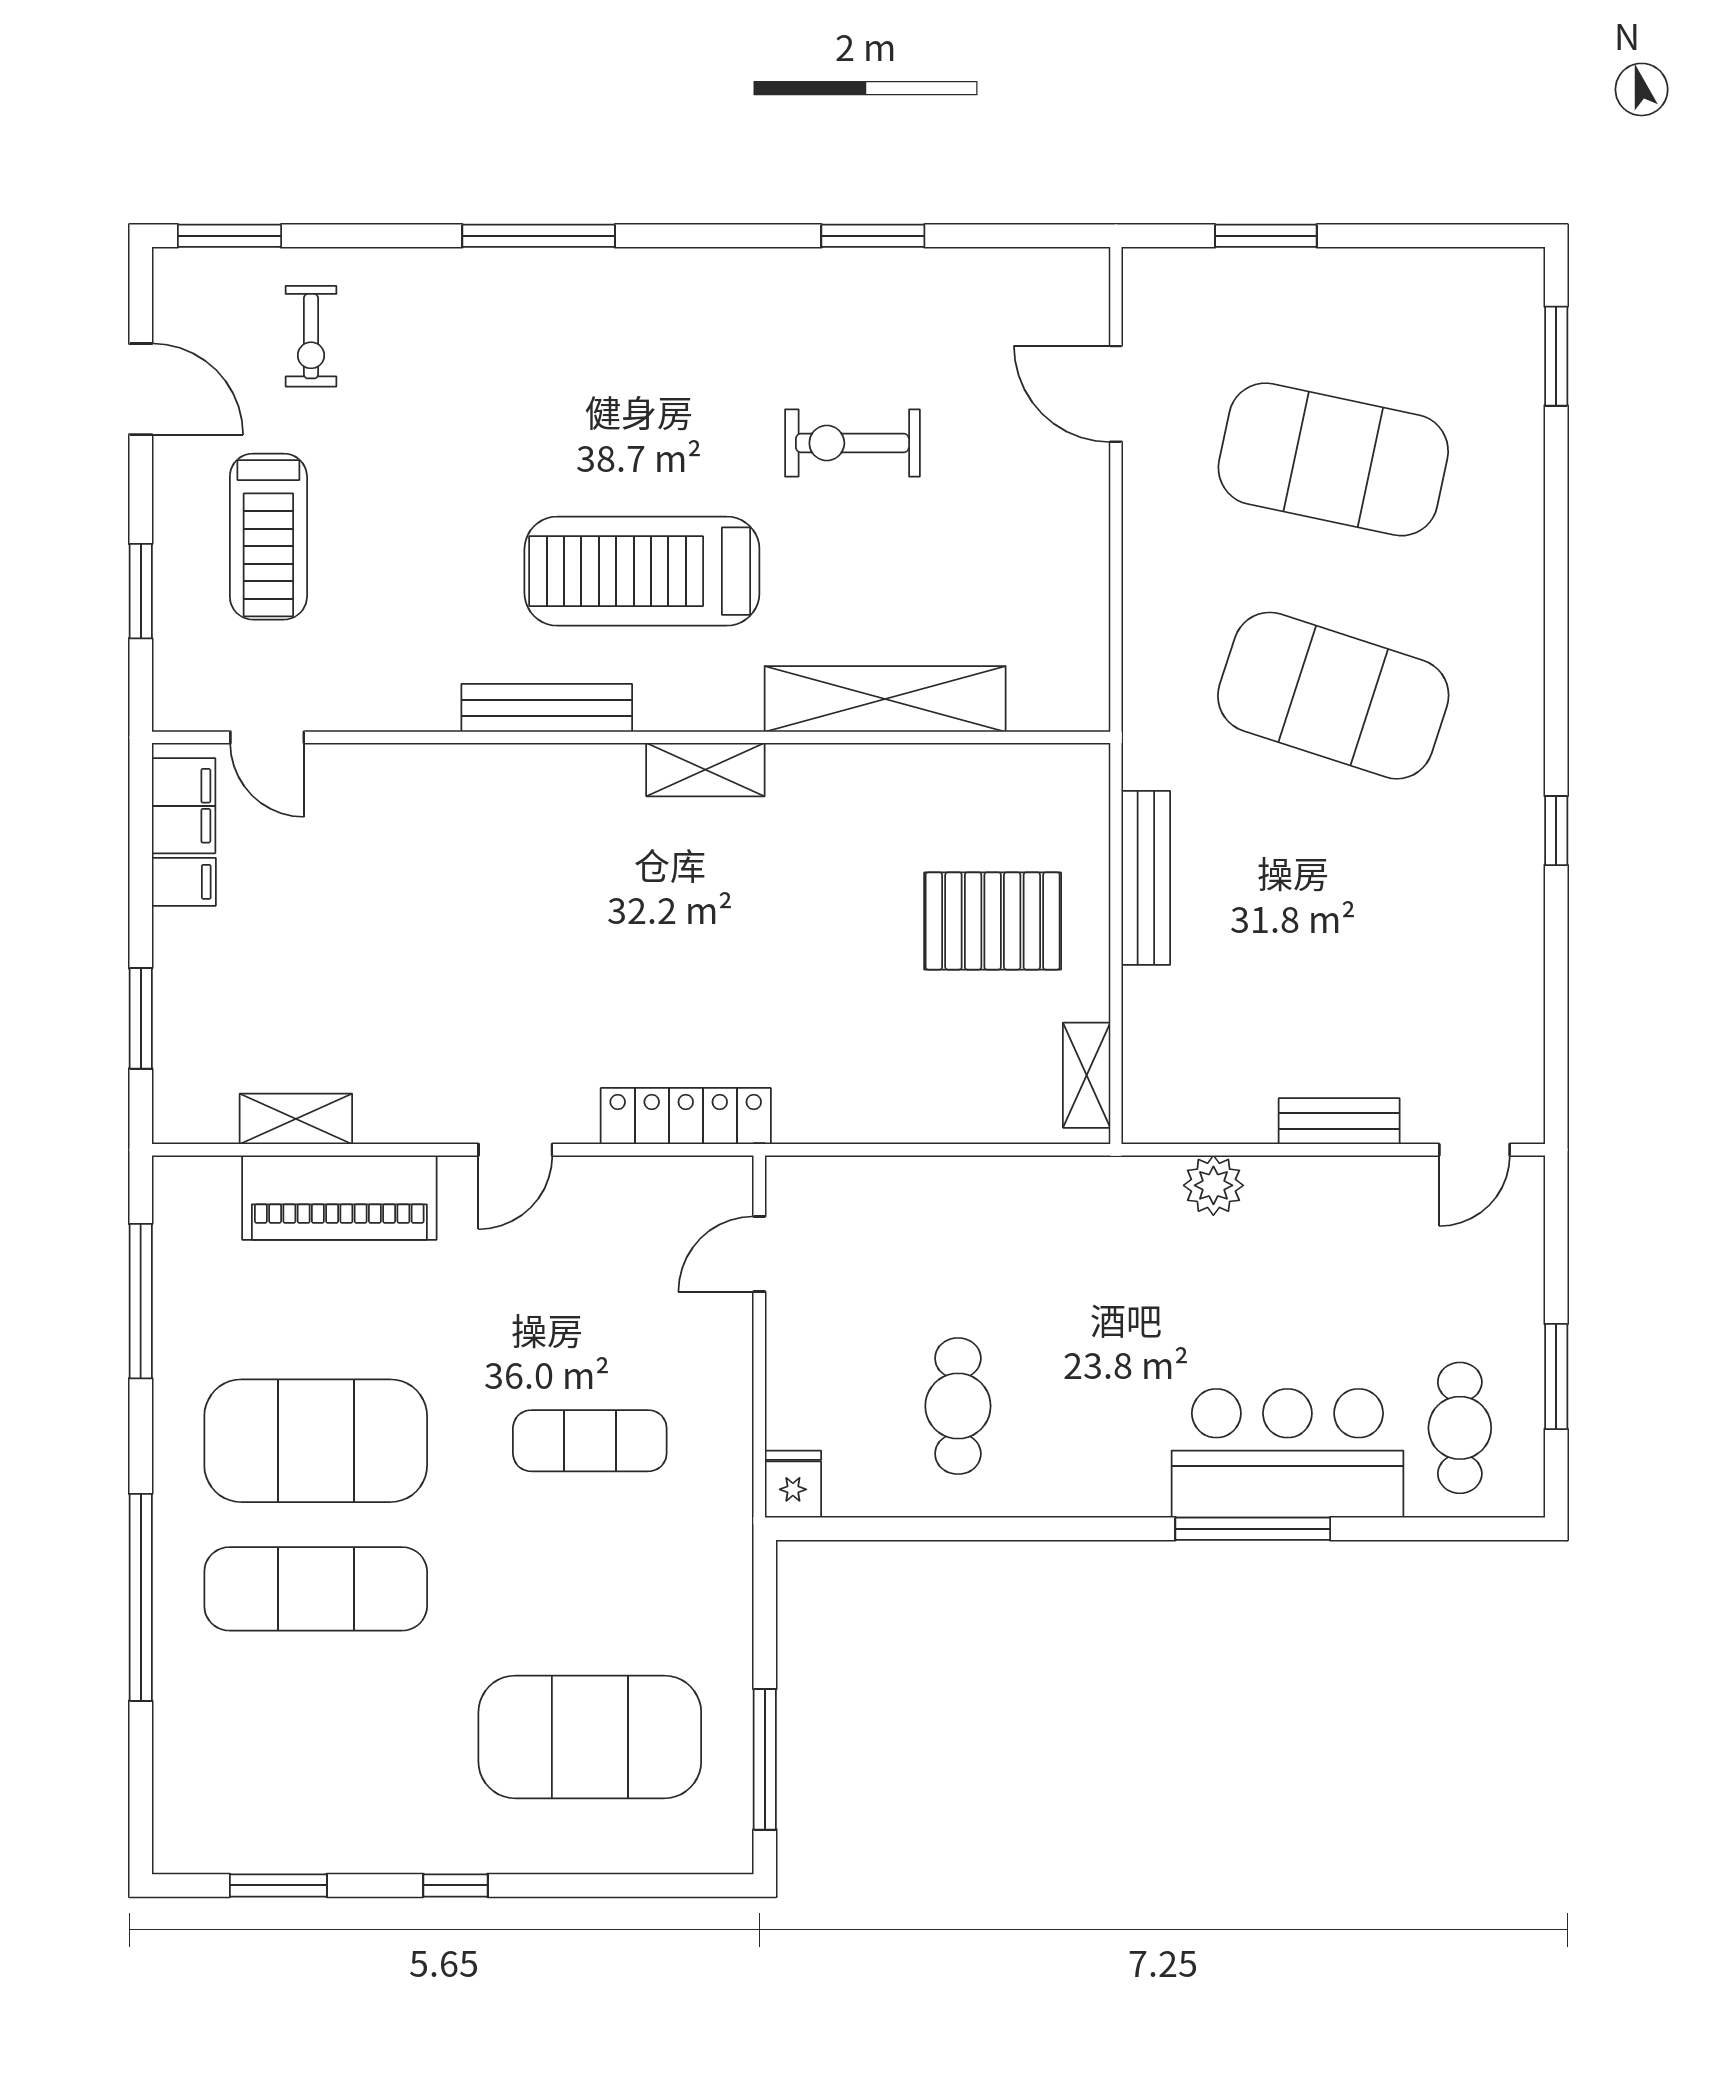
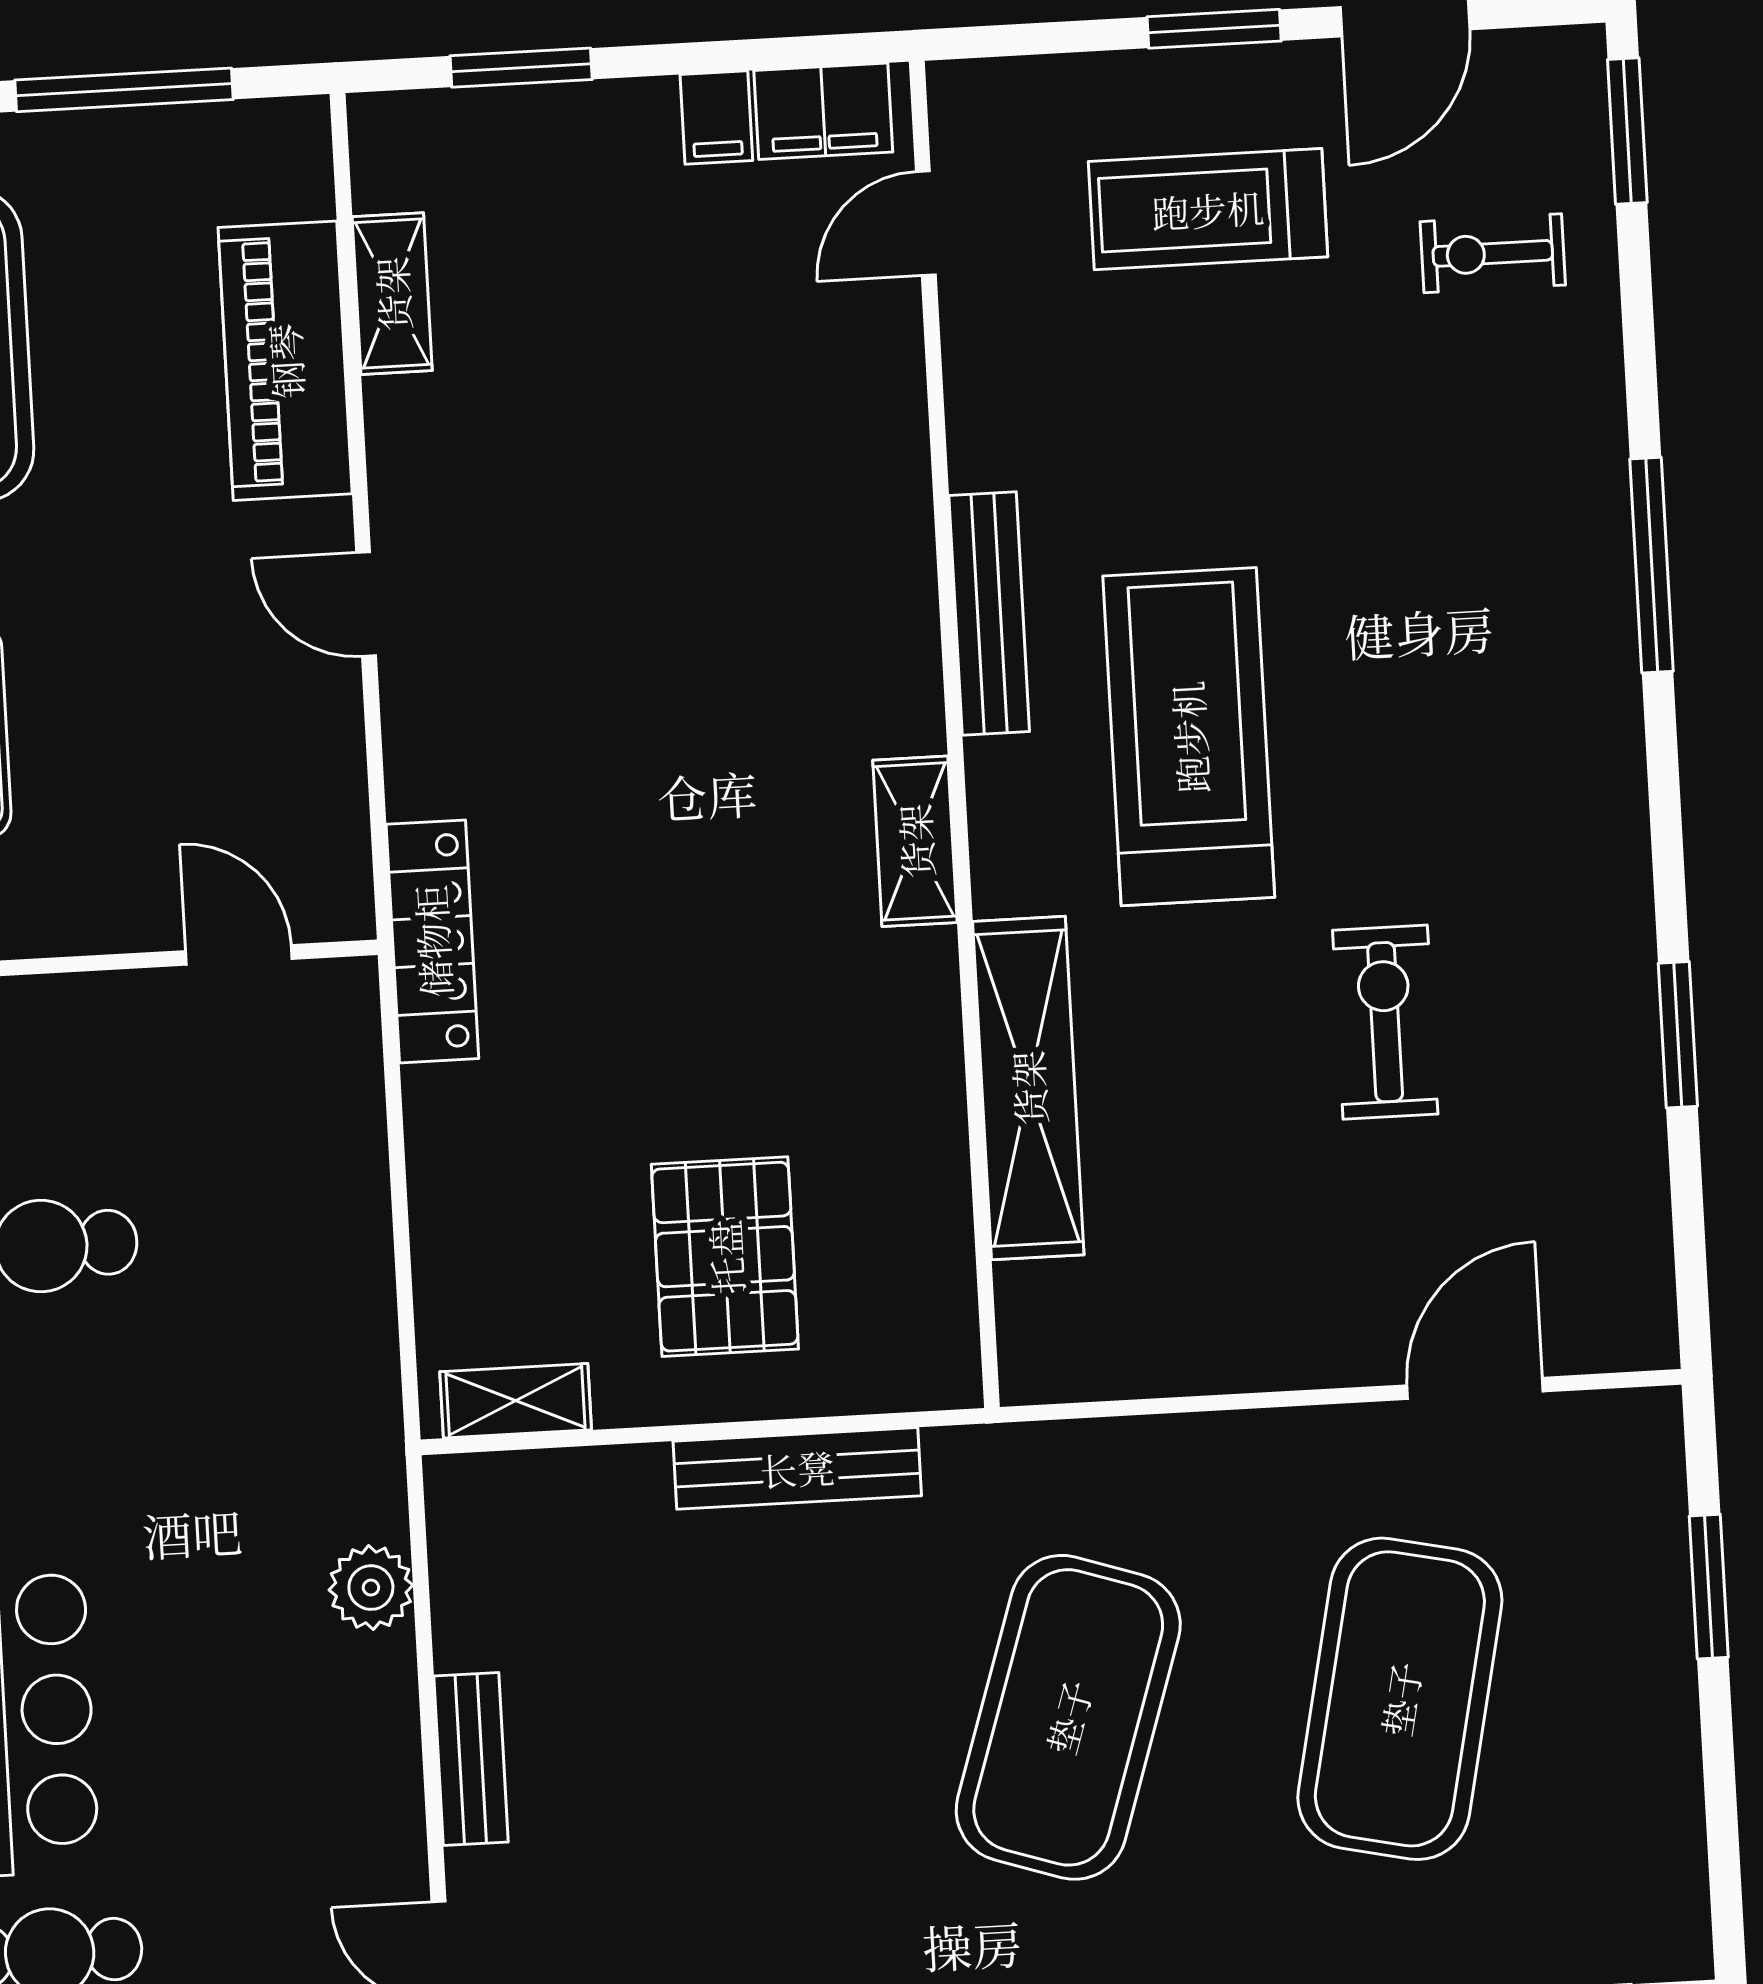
window: (141, 591) -> (1214, 29), moved
locker: (686, 1116) -> (432, 941), moved

